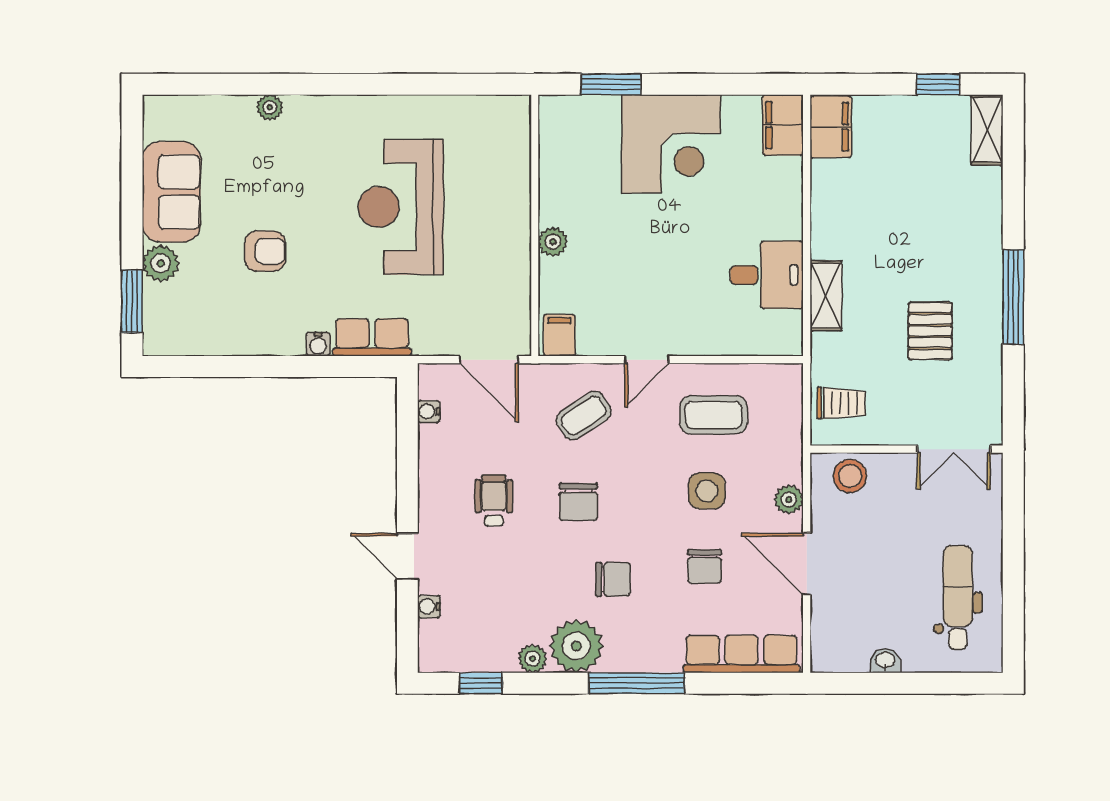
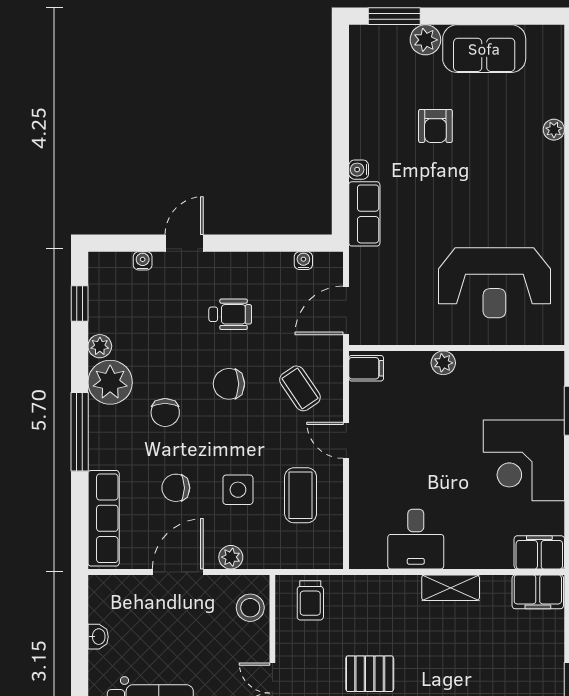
reception desk: (401, 207) -> (494, 283), moved, turned 180
shelving: (826, 296) -> (451, 588), moved

